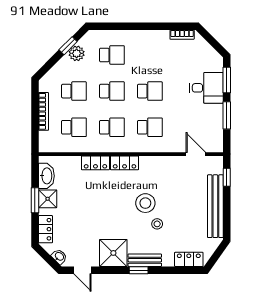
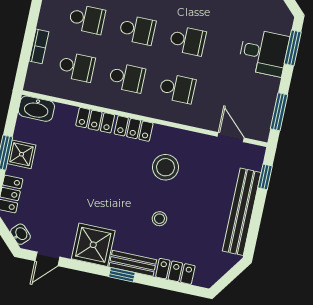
bookcase: (43, 111) -> (39, 46), width x0.64
window: (227, 115) -> (279, 112), moved
washbasin: (46, 176) -> (36, 109), moved, turned 90
stool: (145, 203) -> (166, 167), moved
locker: (189, 259) -> (175, 271), moved
door: (83, 270) -> (47, 259), hinge flipped

